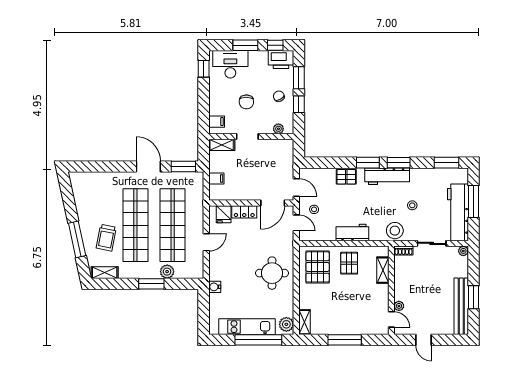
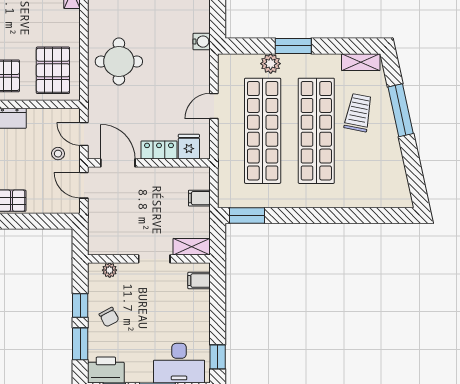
chair: (246, 102) -> (156, 309), removed
door: (148, 166) -> (298, 216), removed
door: (273, 203) -> (118, 163), hinge flipped

